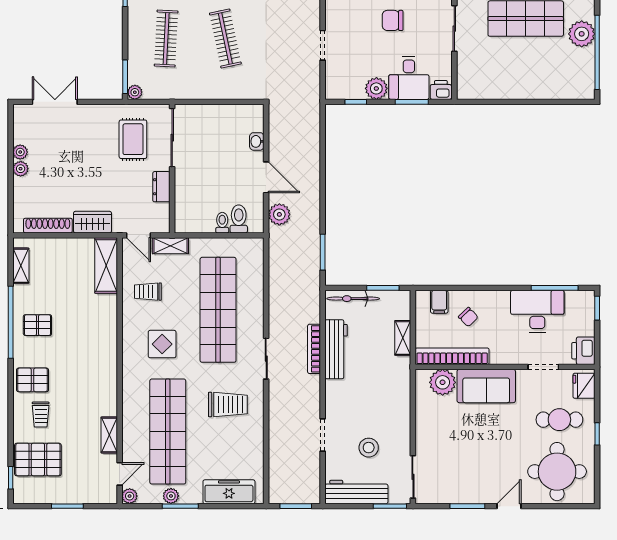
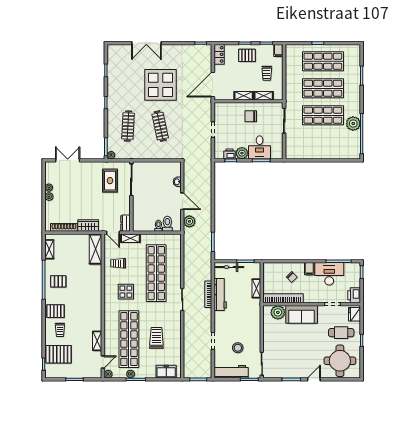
printer: (441, 90) -> (229, 154), moved
dresser: (161, 187) -> (125, 223), moved
filing cabinet: (439, 302) -> (309, 269), moved
trolley: (228, 404) -> (156, 338), moved, turned -90
freezer: (229, 492) -> (166, 372), width x0.71

